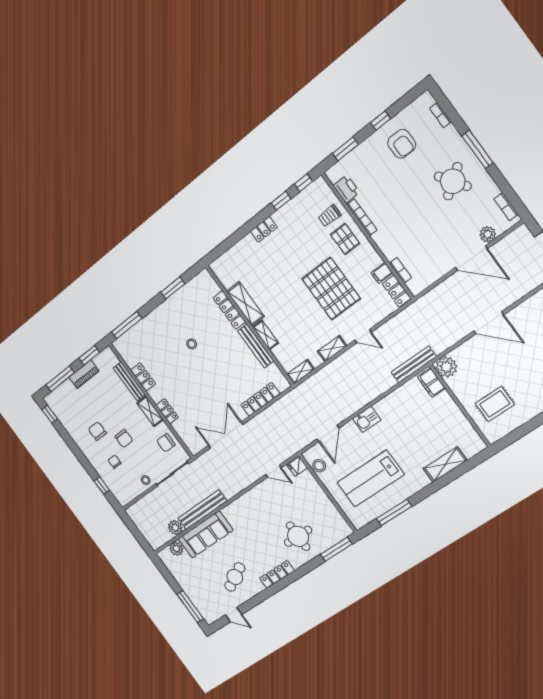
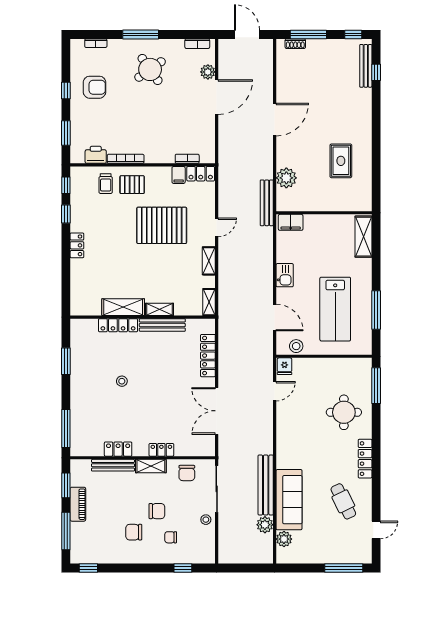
filing cabinet: (431, 383) -> (291, 222), moved
wall: (460, 406) -> (324, 213), moved

